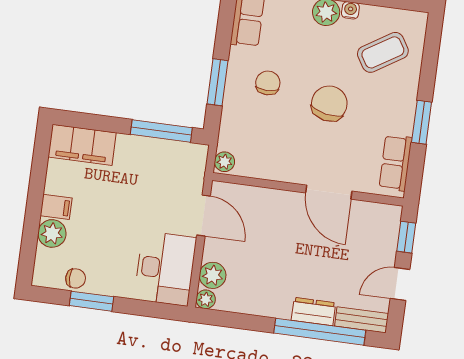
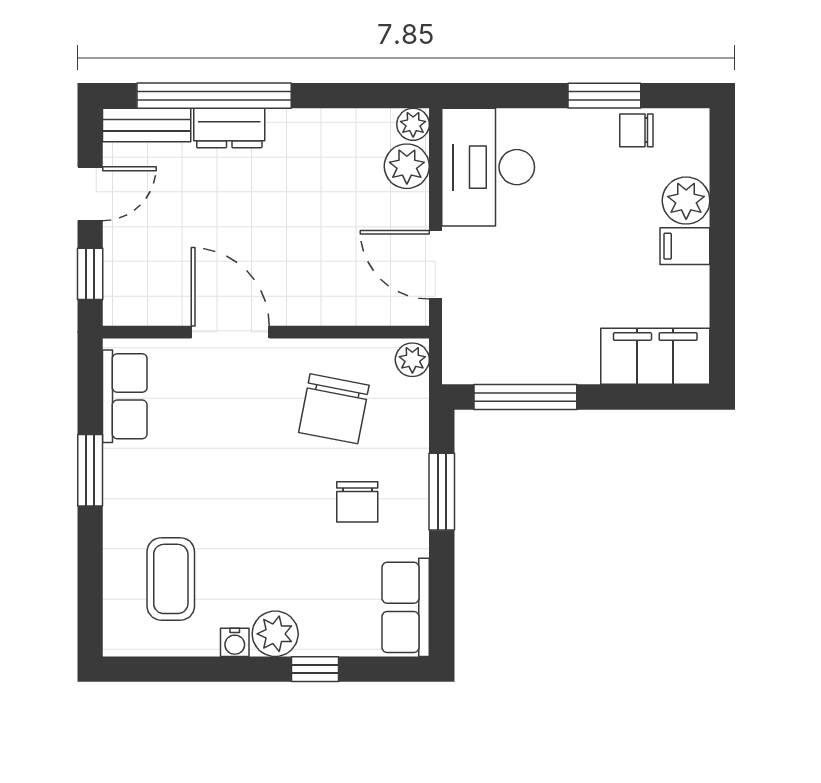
coffee table: (383, 52) -> (171, 579), turned -58
chair: (329, 104) -> (334, 409), moved

